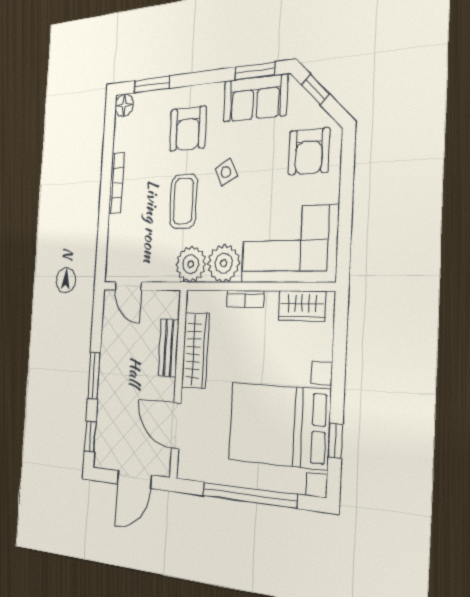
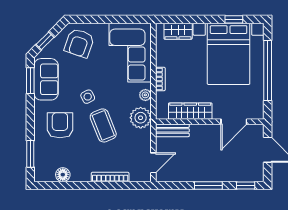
floor lamp: (124, 105) -> (63, 175), moved
armchair: (188, 129) -> (60, 125), turned -89
armchair: (309, 151) -> (79, 43), turned 109
bookcase: (116, 183) -> (110, 177), moved
coffee table: (183, 201) -> (103, 125), turned 68
plant: (224, 263) -> (145, 95), width x0.53, depth x0.53
wardrobe: (302, 306) -> (178, 31), moved, turned 90
bench: (168, 348) -> (172, 130), moved

